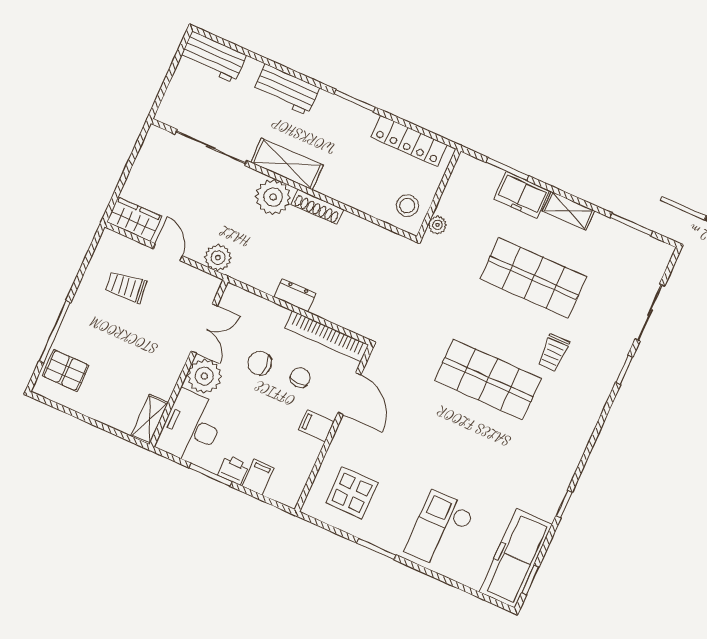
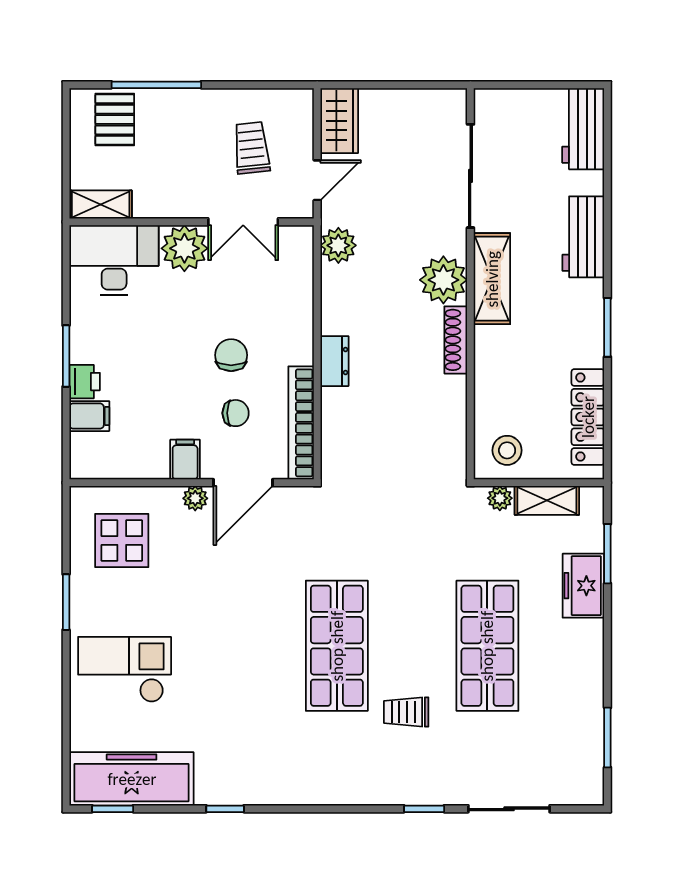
shelving: (569, 211) -> (547, 500), moved, turned 90
double door: (204, 328) -> (243, 222), moved
wall: (189, 363) -> (192, 222), moved
plant: (204, 376) -> (184, 248), moved
shelving: (149, 419) -> (101, 204), moved
desk: (191, 427) -> (114, 260), moved
plant: (346, 431) -> (195, 498), added

